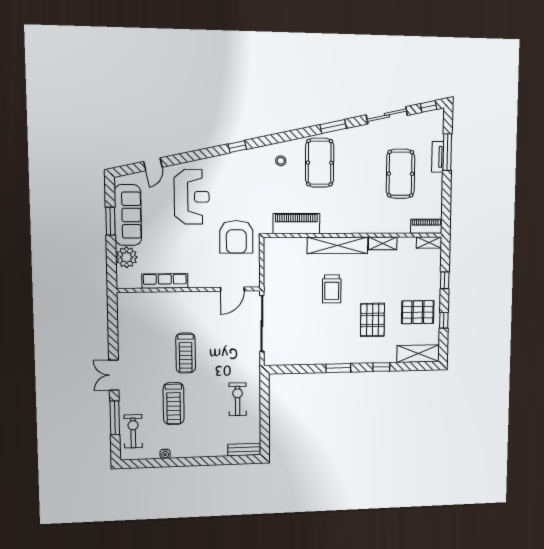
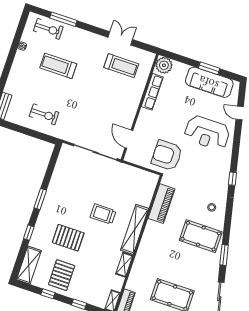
plant: (127, 257) -> (164, 65), moved
treadmill: (186, 353) -> (121, 66), moved, turned 180
double door: (114, 375) -> (120, 38), moved

